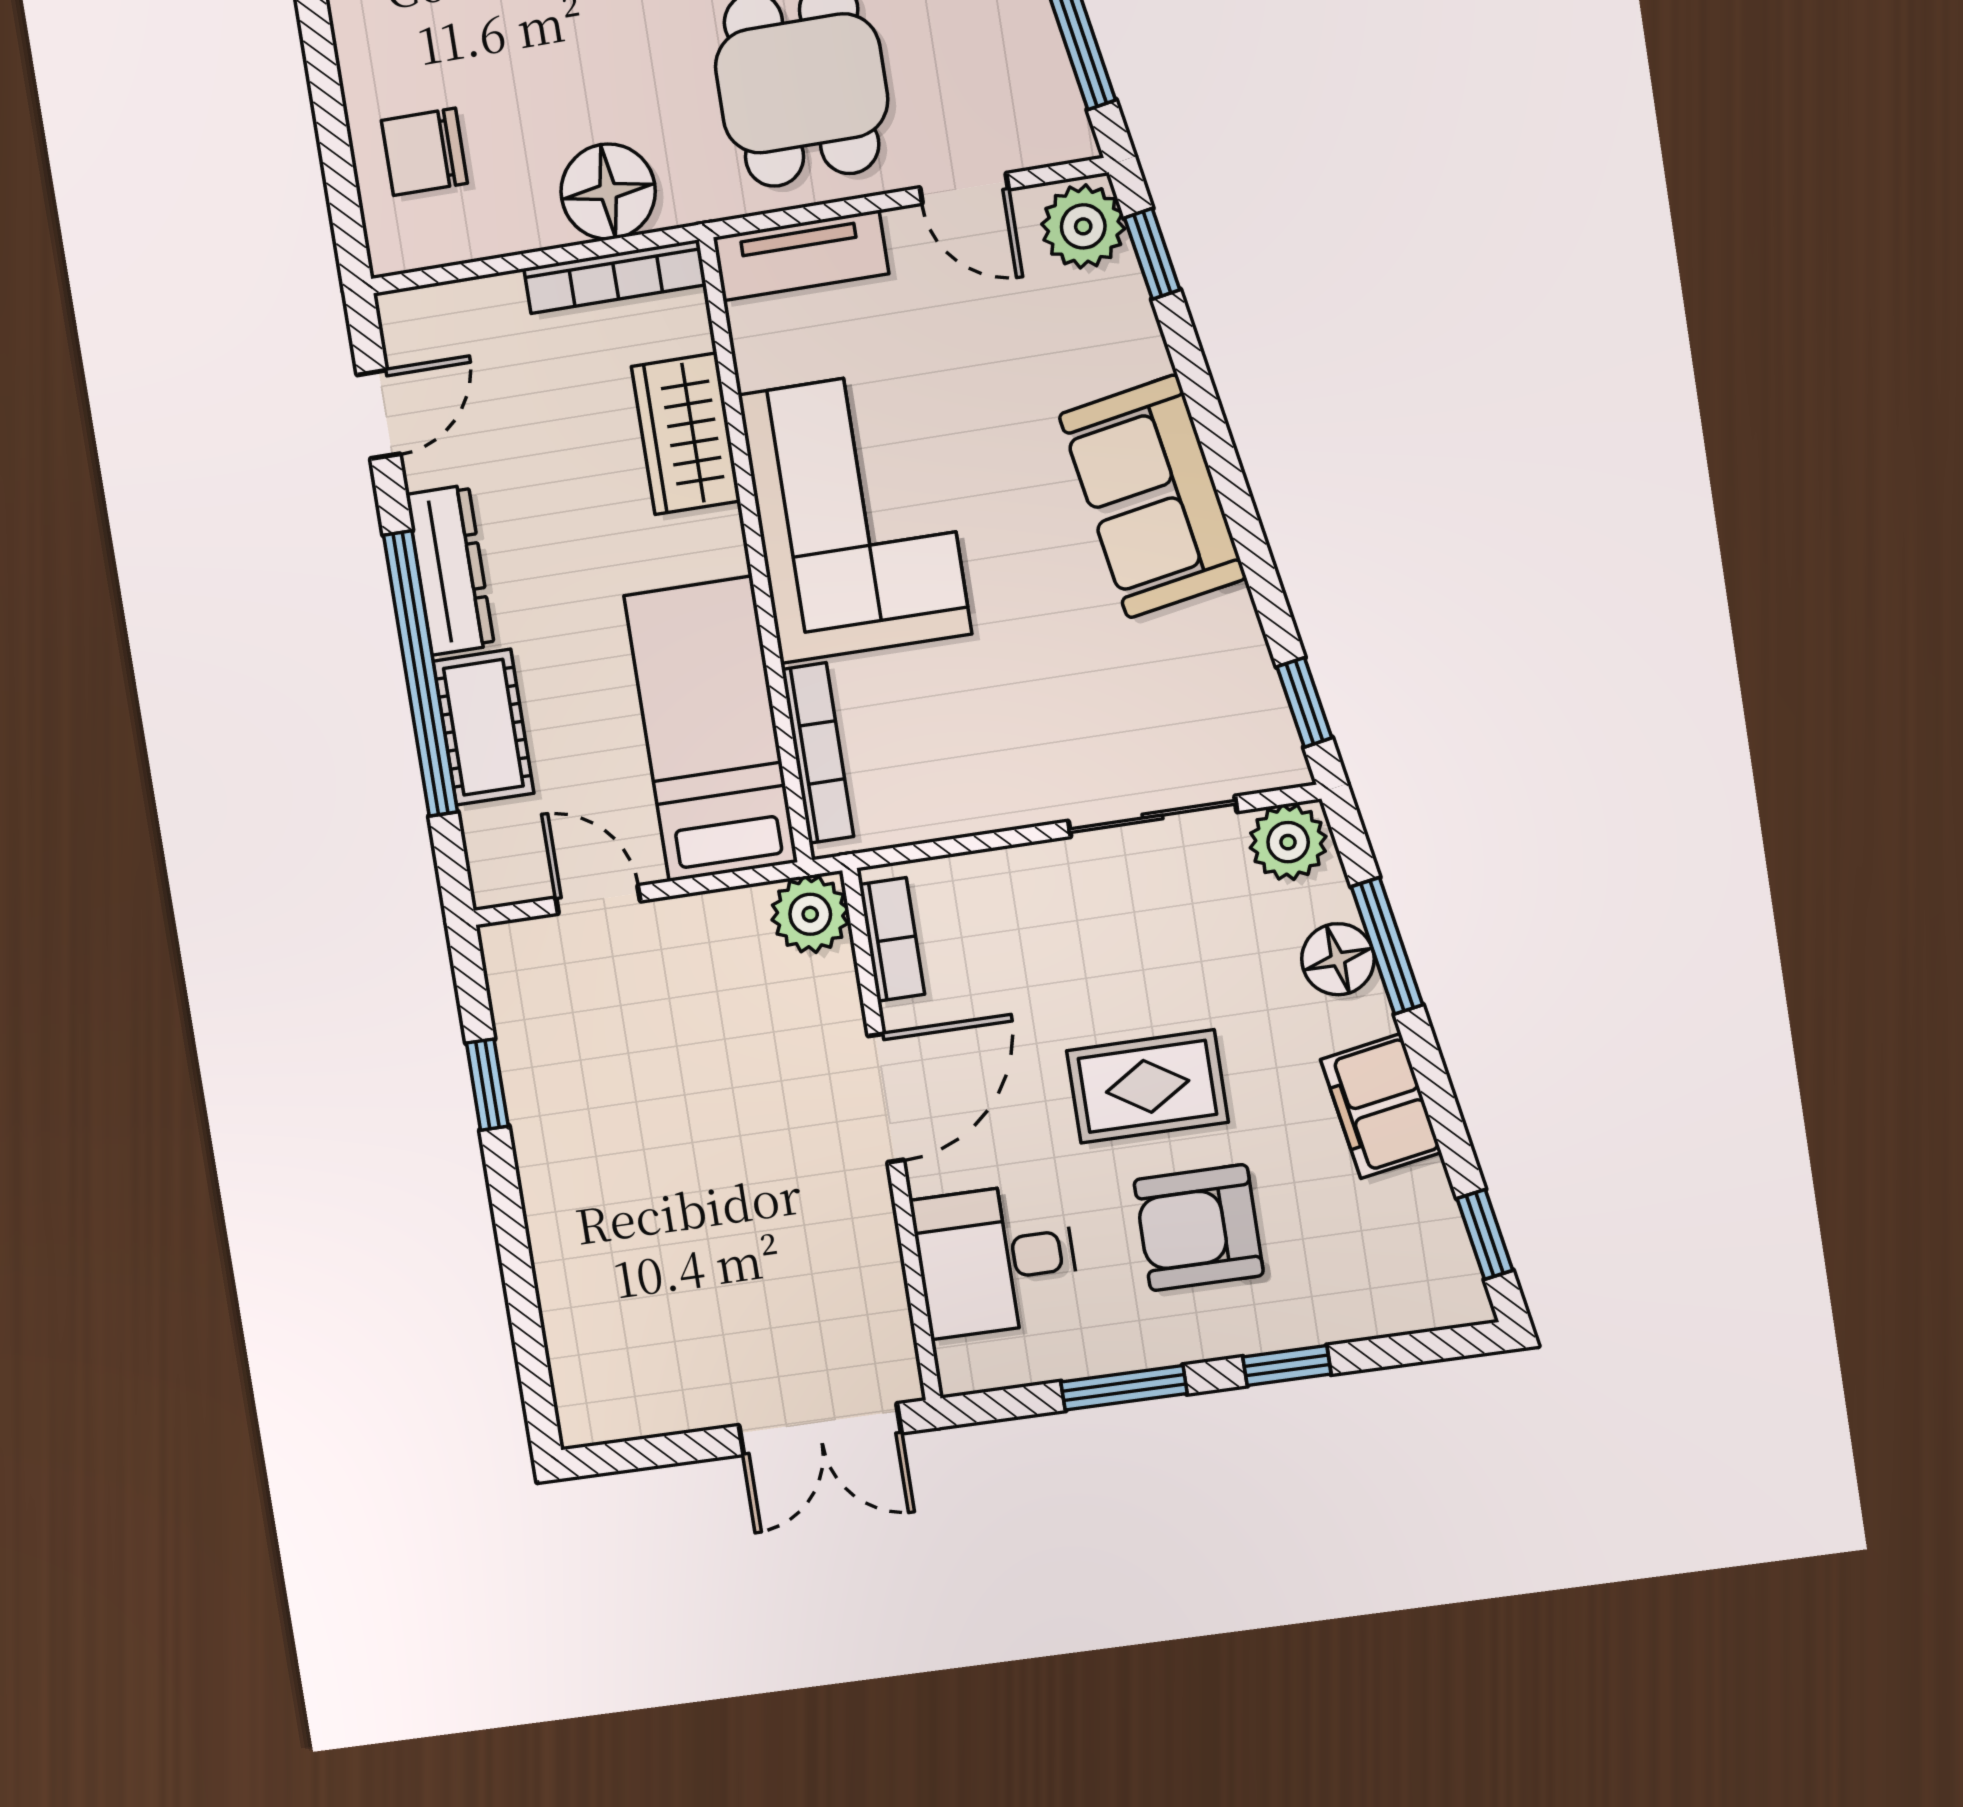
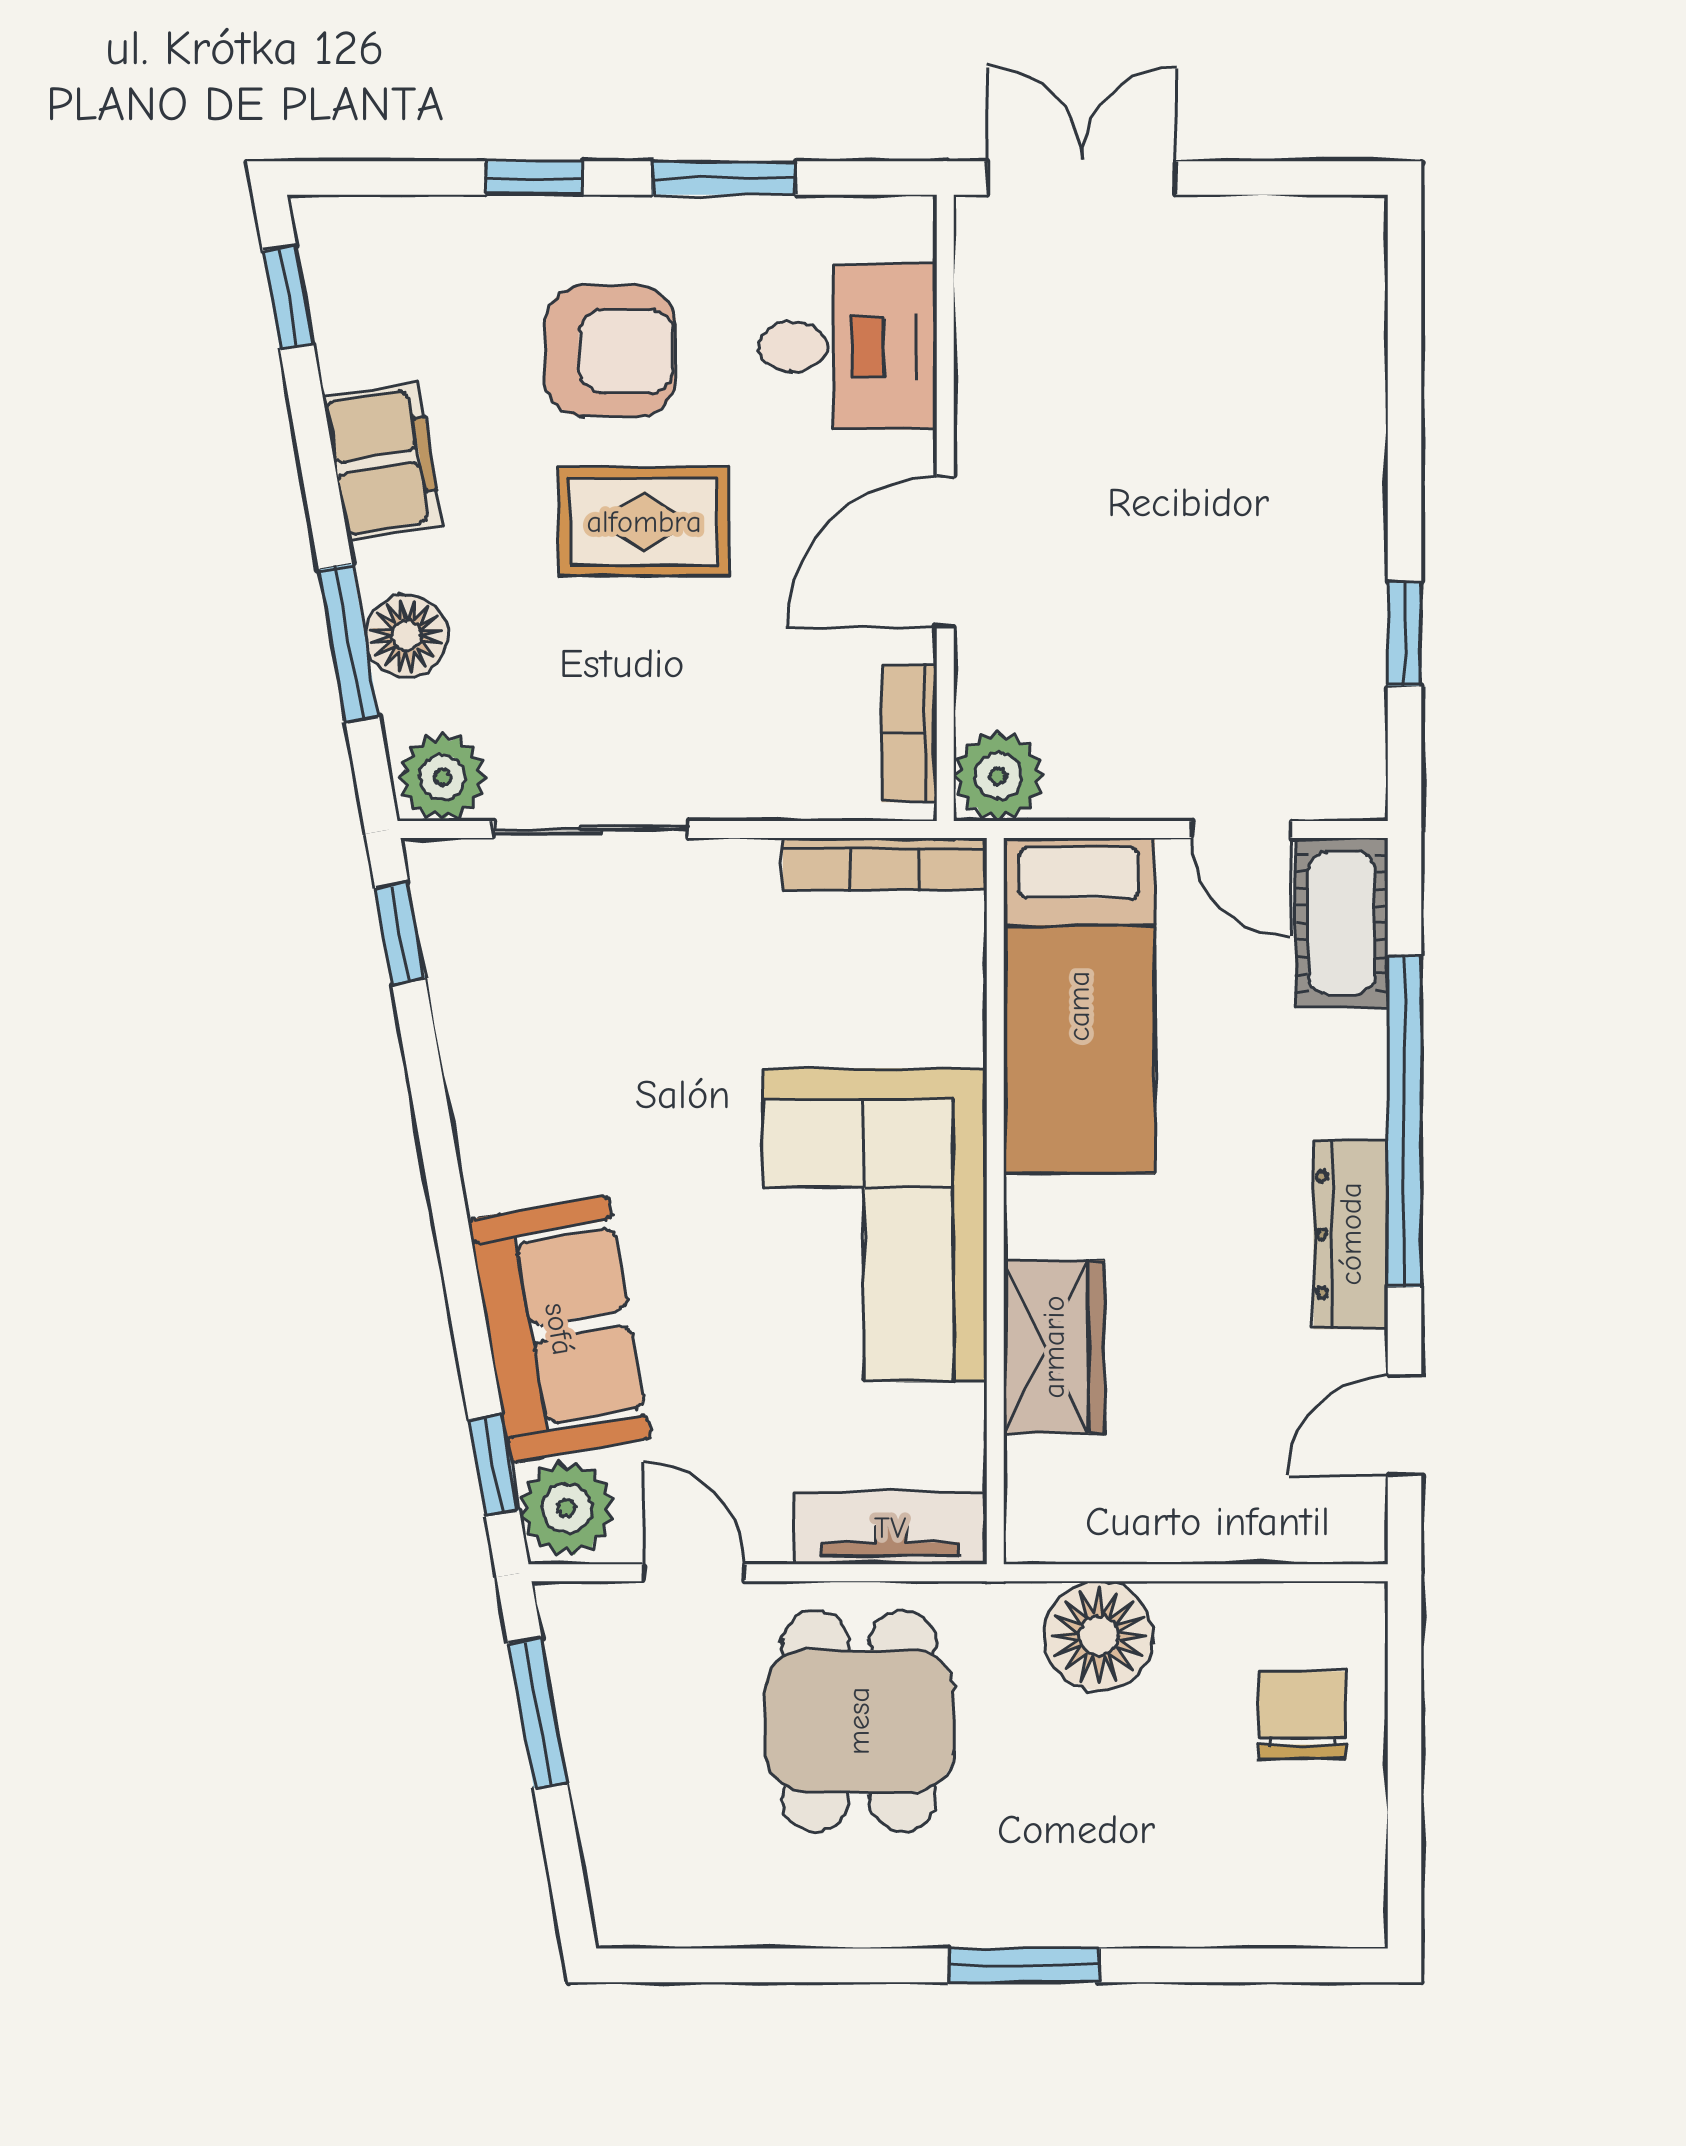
chair: (424, 152) -> (1302, 1715), turned -90
bookcase: (615, 277) -> (1106, 1538), removed
sofa: (1152, 496) -> (559, 1329), moved
cot: (483, 727) -> (1342, 923), moved
bookcase: (818, 753) -> (885, 864), moved, turned -90

